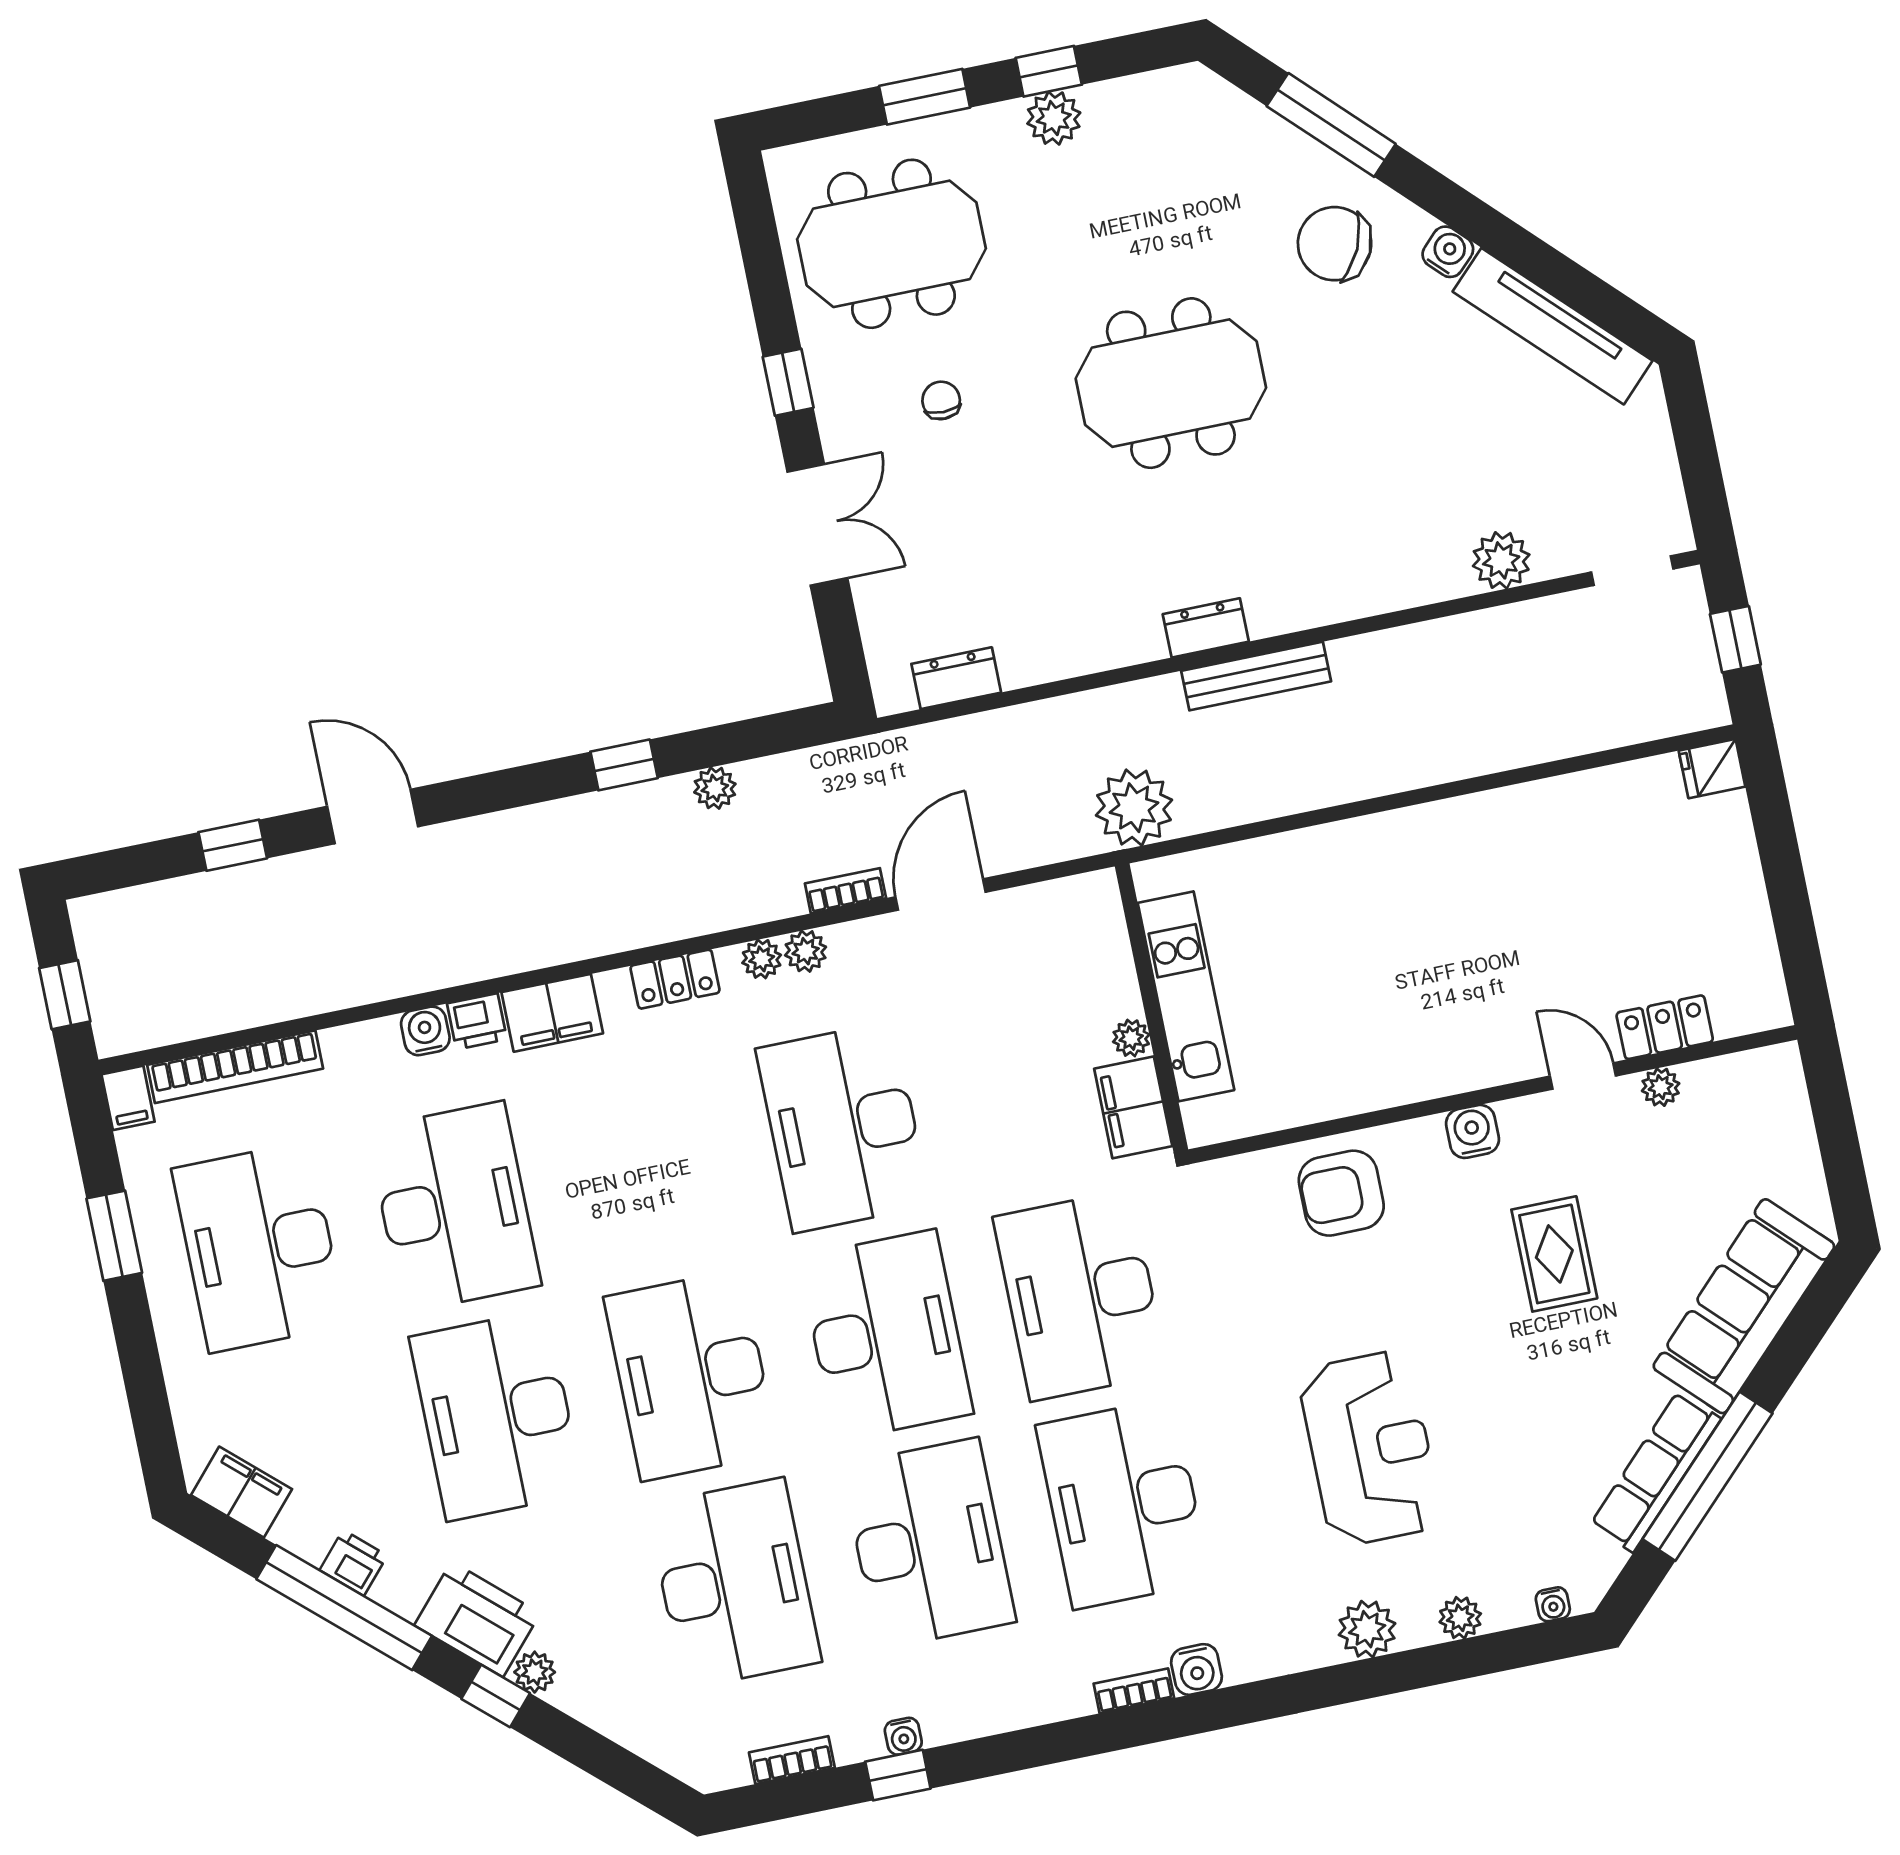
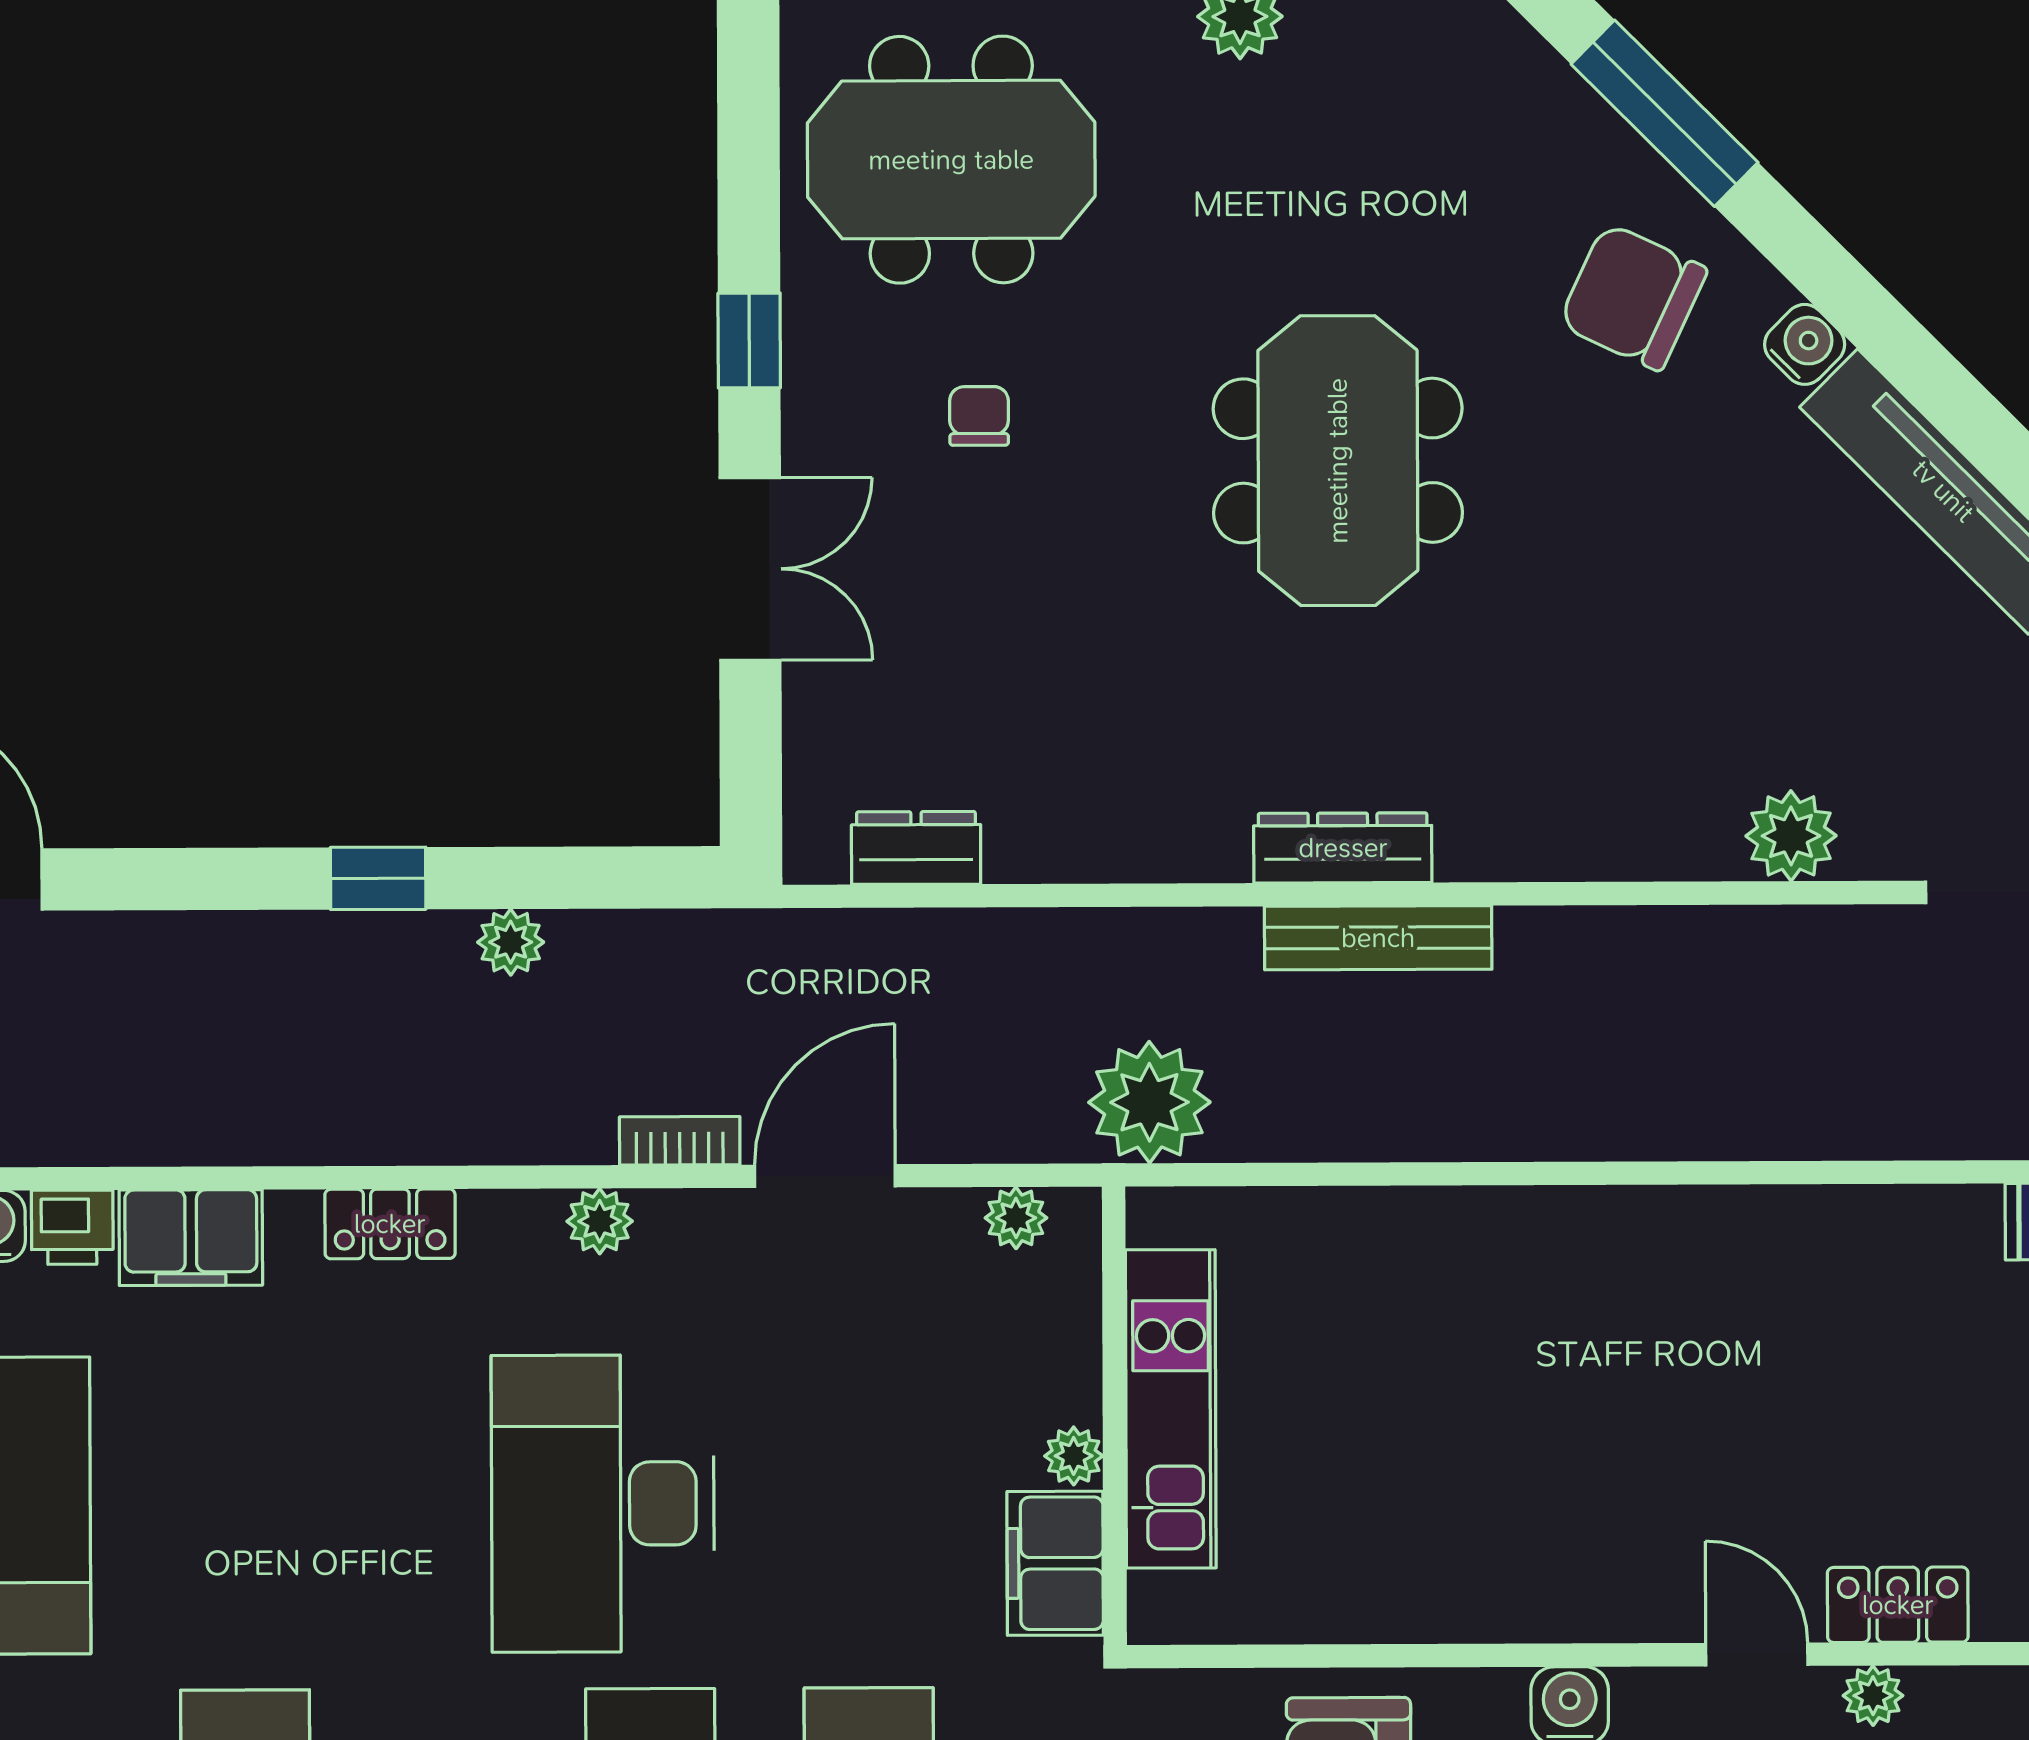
meeting table: (1171, 383) -> (1338, 461), turned 90
dresser: (1206, 628) -> (1343, 848), width x1.44
plant: (762, 959) -> (1016, 1218), moved

